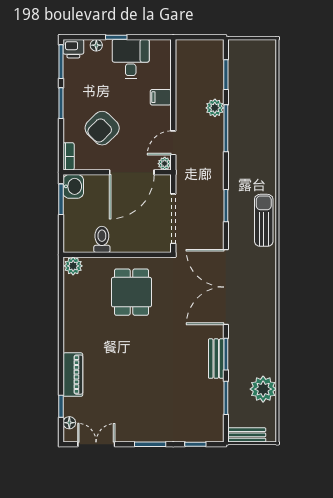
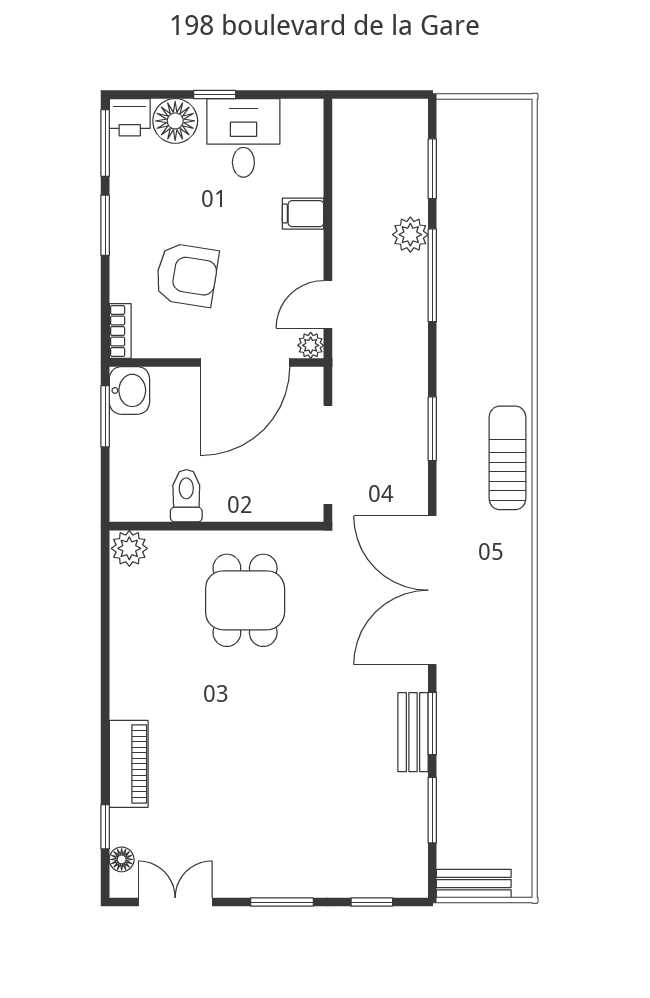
floor lamp: (96, 45) -> (175, 121), width x1.89, depth x1.89
armchair: (102, 128) -> (187, 275), turned -126
plant: (263, 389) -> (506, 793), removed

